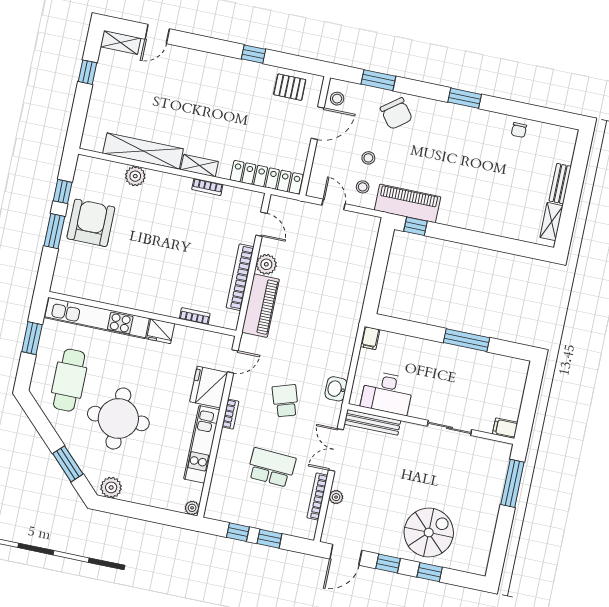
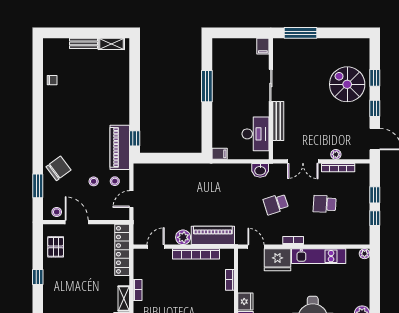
window: (465, 98) -> (38, 123), removed
bench: (372, 422) -> (278, 121), moved
school desk: (271, 467) -> (325, 204), width x0.54

